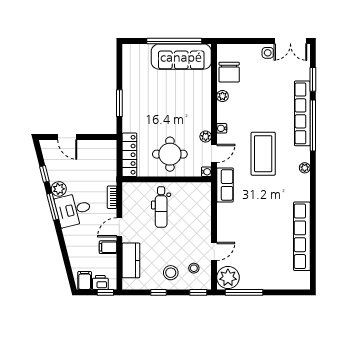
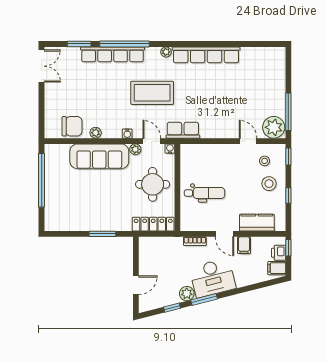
side table: (268, 53) -> (53, 88), removed
sofa: (181, 57) -> (99, 156), moved, turned 90
desk: (73, 210) -> (213, 278), width x1.37
row of seats: (302, 236) -> (206, 55), moved

